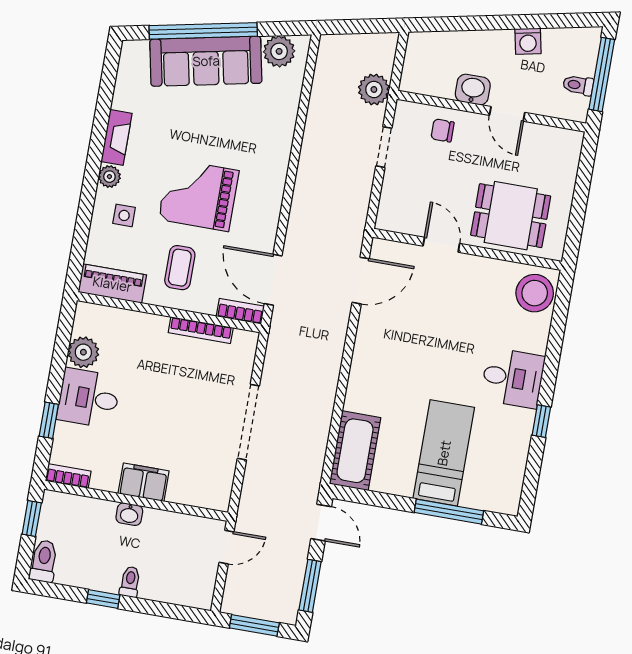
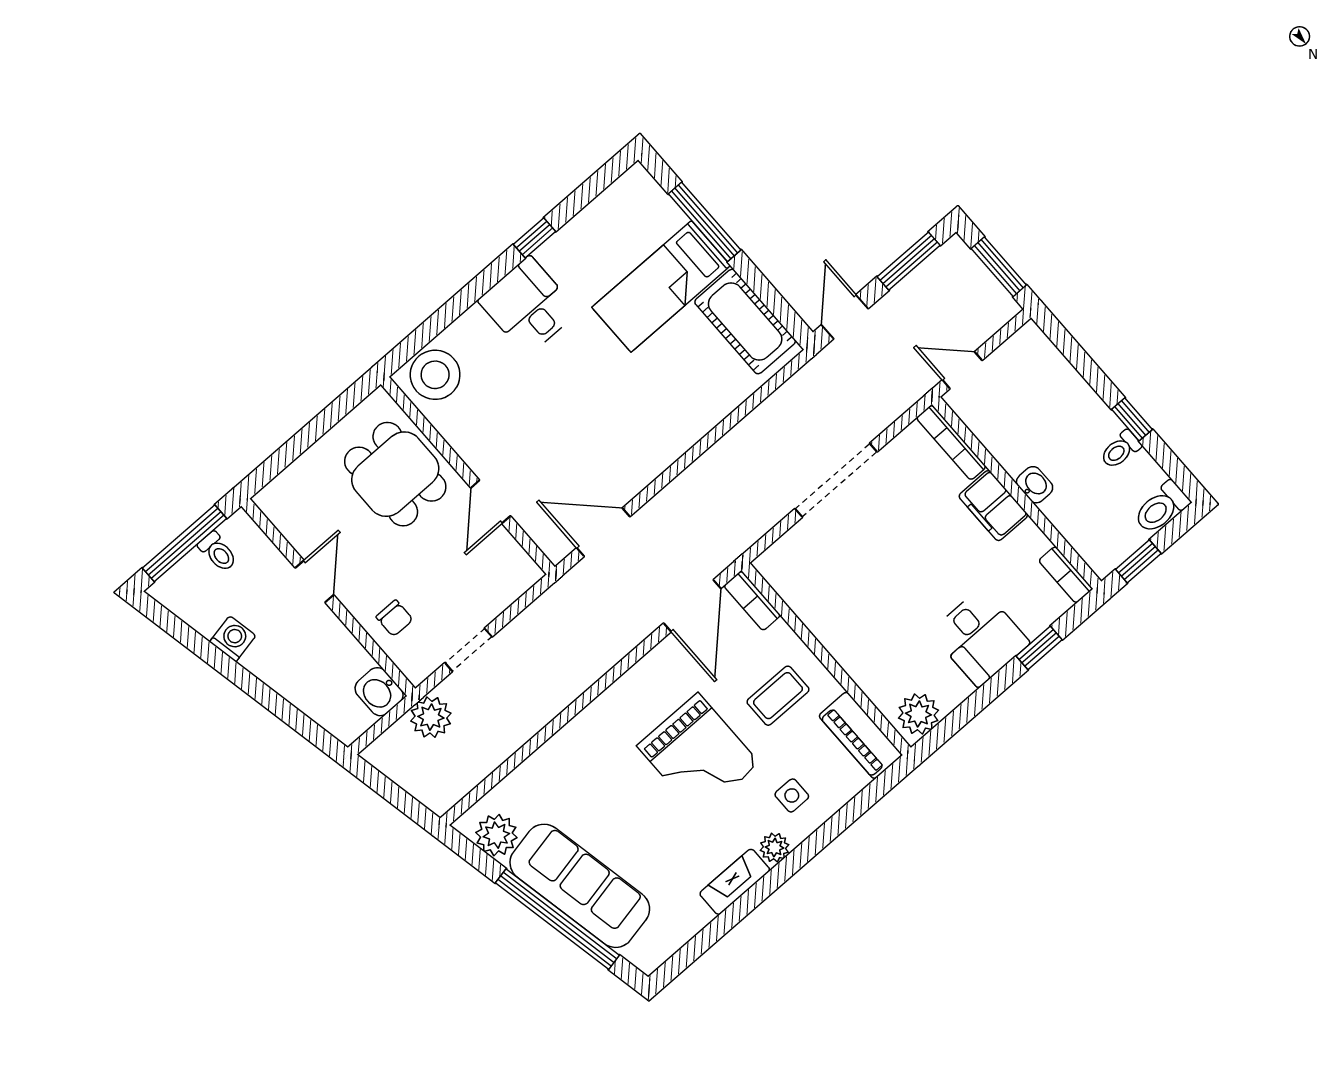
washbasin: (473, 90) -> (379, 692), moved
bookcase: (201, 330) -> (951, 442), moved, turned 180
plant: (83, 352) -> (918, 714), moved
cot: (355, 451) -> (745, 321), moved, turned 90
toilet: (130, 582) -> (1120, 450), moved

